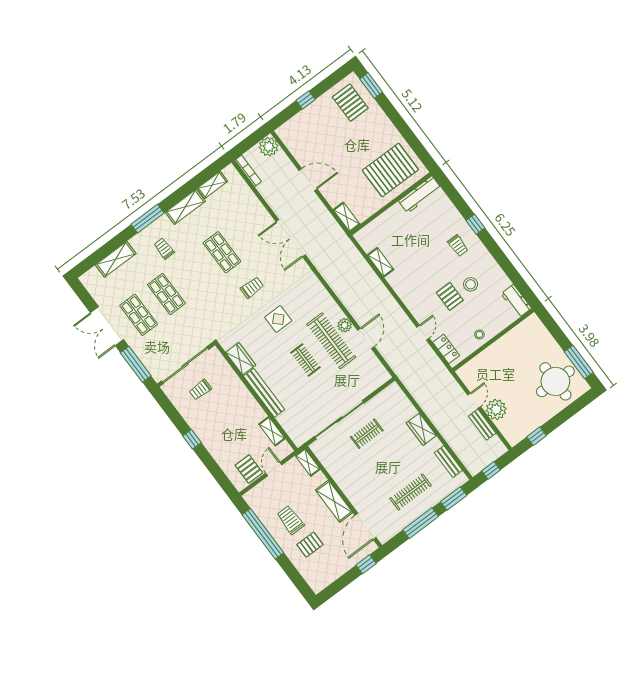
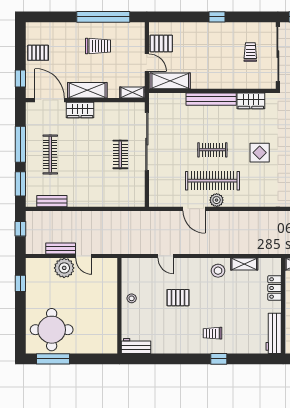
stool: (471, 284) -> (218, 271), moved
locker: (446, 349) -> (275, 288), moved, turned 90
wardrobe: (421, 429) -> (80, 110), moved, turned 180
shelving: (272, 431) -> (170, 81), width x1.50, depth x1.33
pallet: (310, 545) -> (38, 53), moved, turned 90

